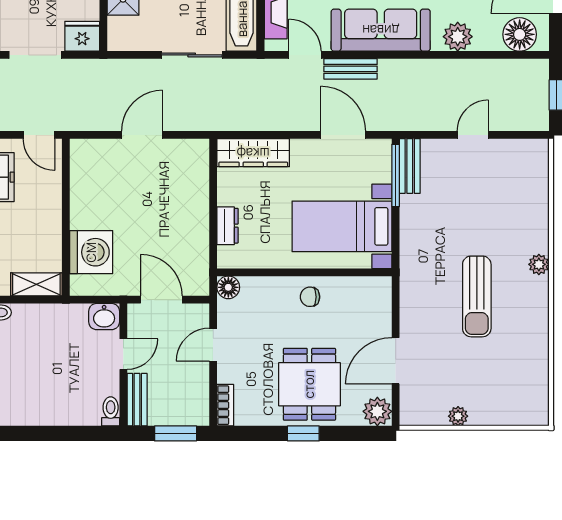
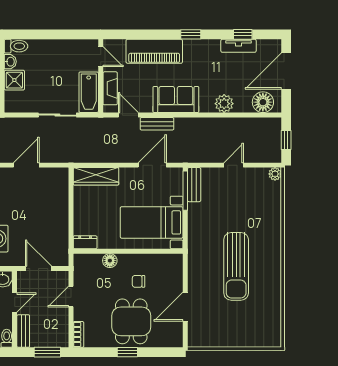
sofa: (381, 30) -> (176, 99), width x0.73
door: (343, 135) -> (152, 165), hinge flipped
dresser: (228, 226) -> (85, 242), moved, turned -90
plant: (539, 264) -> (275, 174), moved
floor lamp: (228, 287) -> (110, 261), moved
sun lounger: (477, 296) -> (236, 266), width x1.36, depth x1.34
chair: (310, 297) -> (138, 281), moved
plant: (377, 411) -> (174, 338), removed
plant: (458, 416) -> (224, 341), removed

